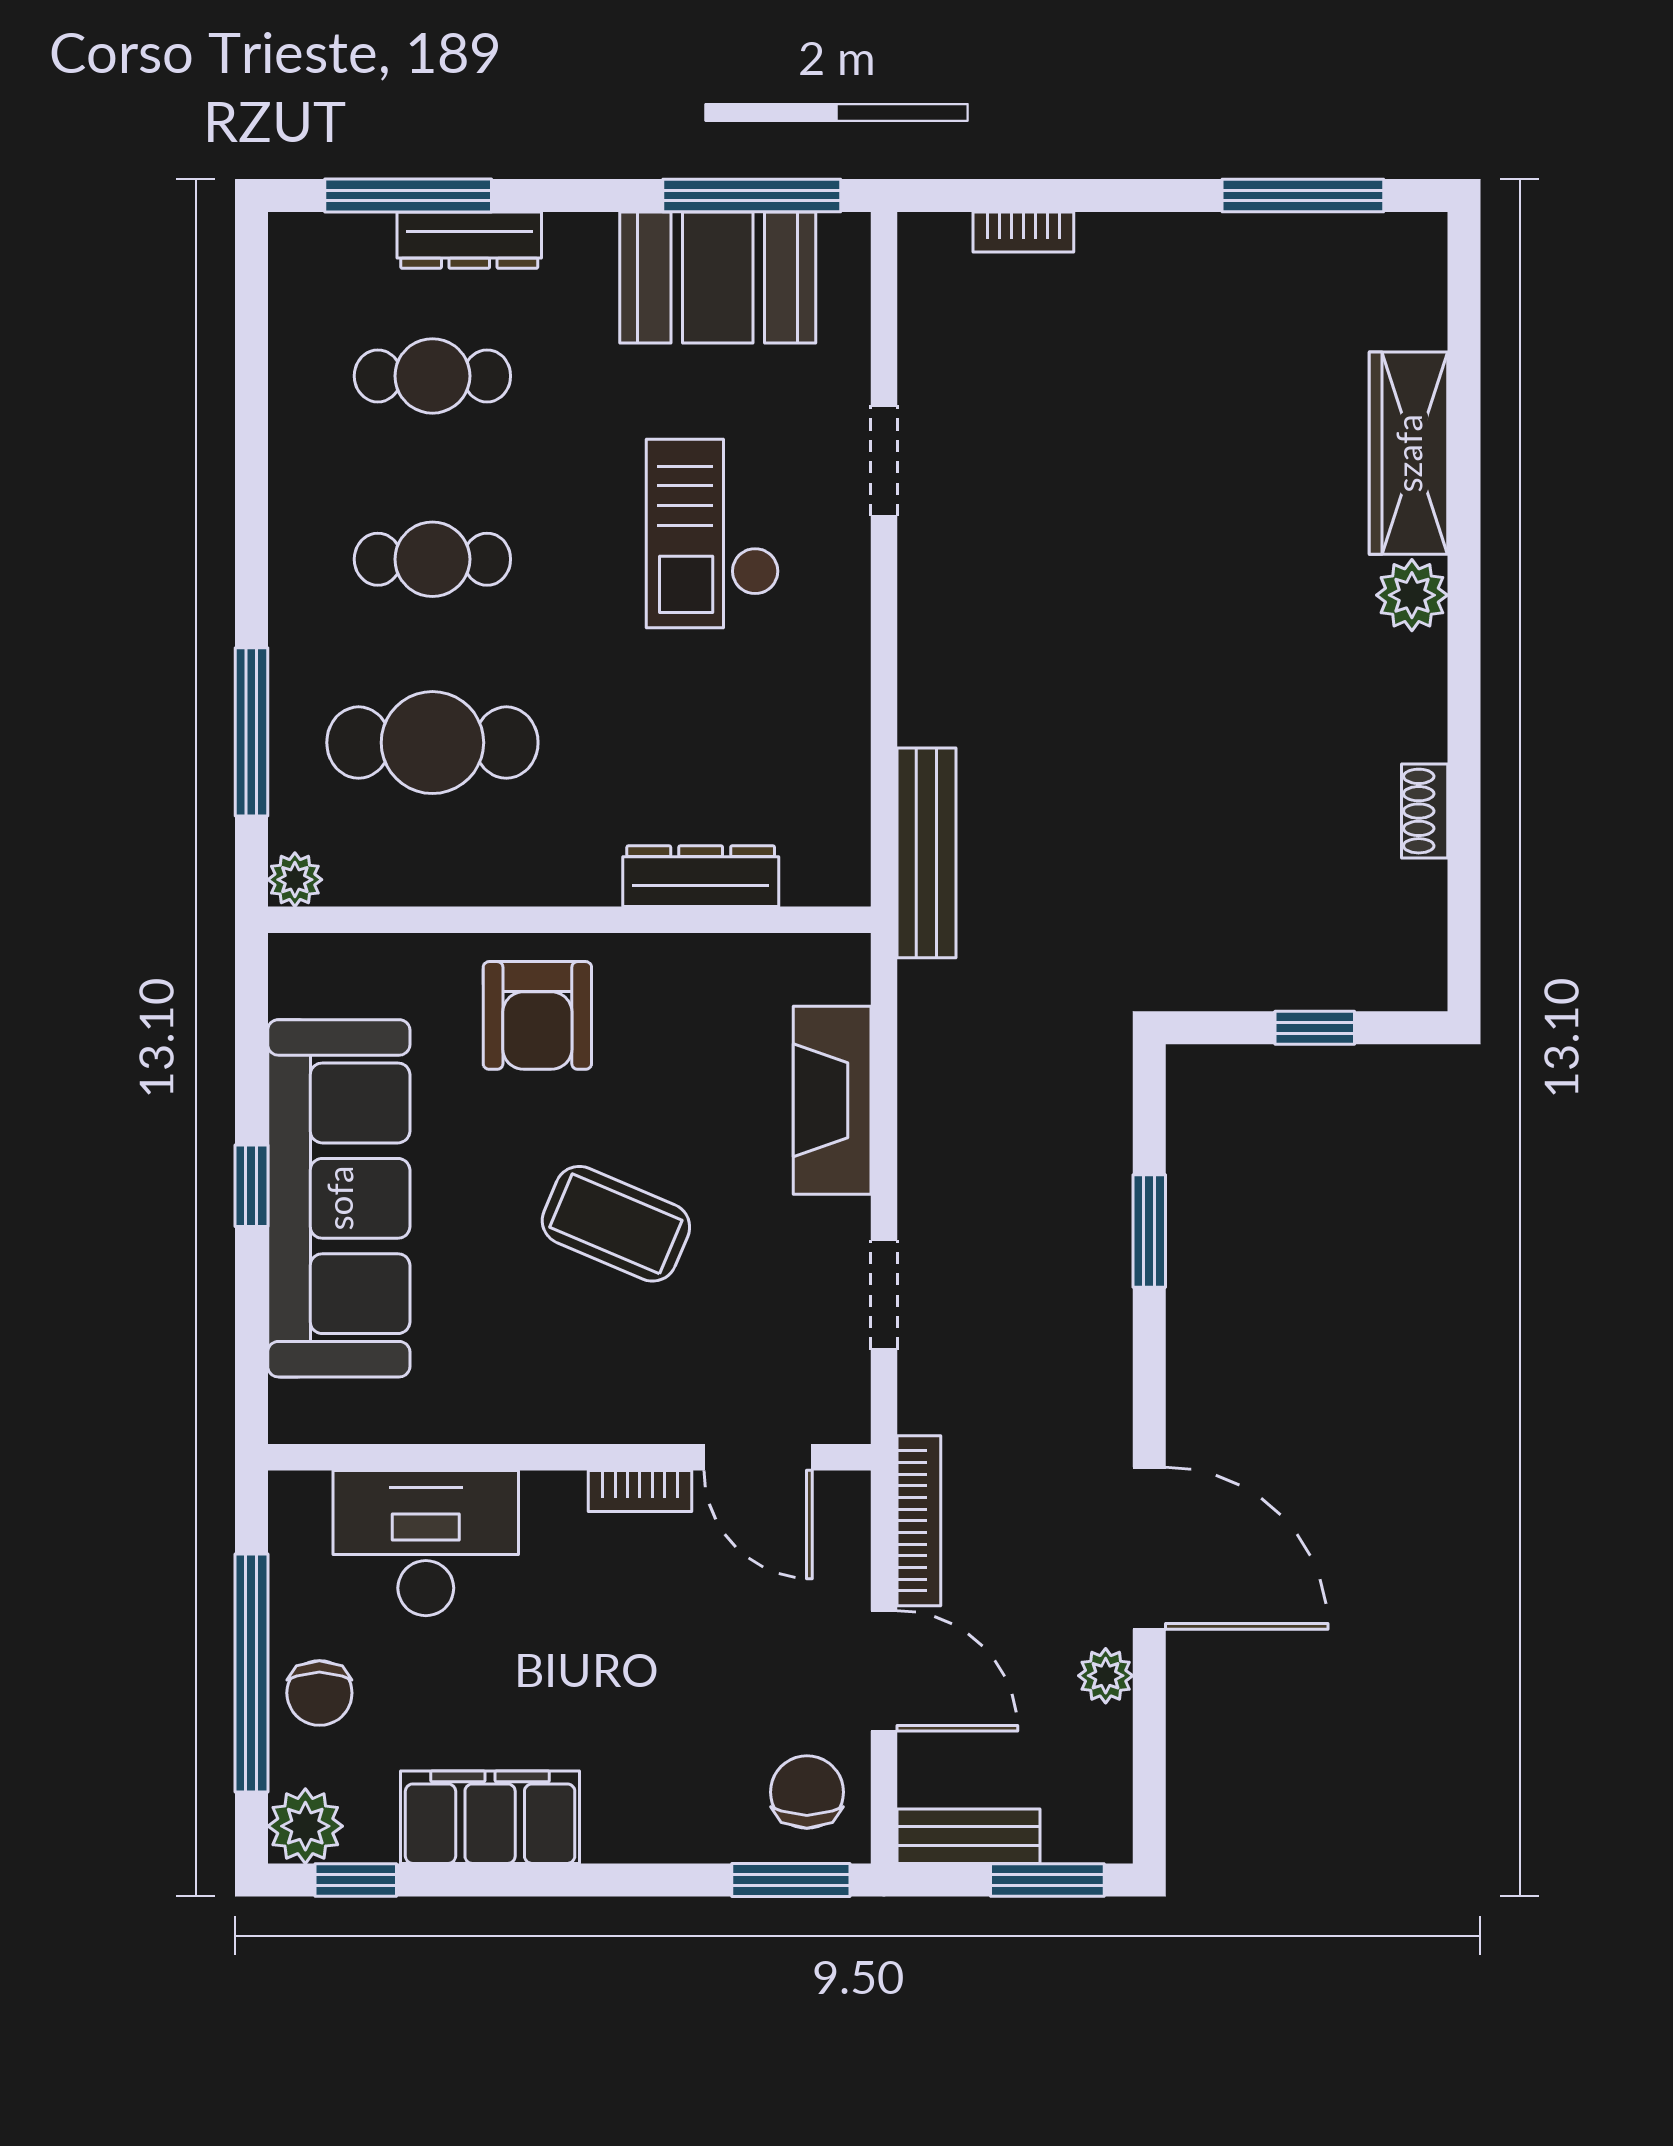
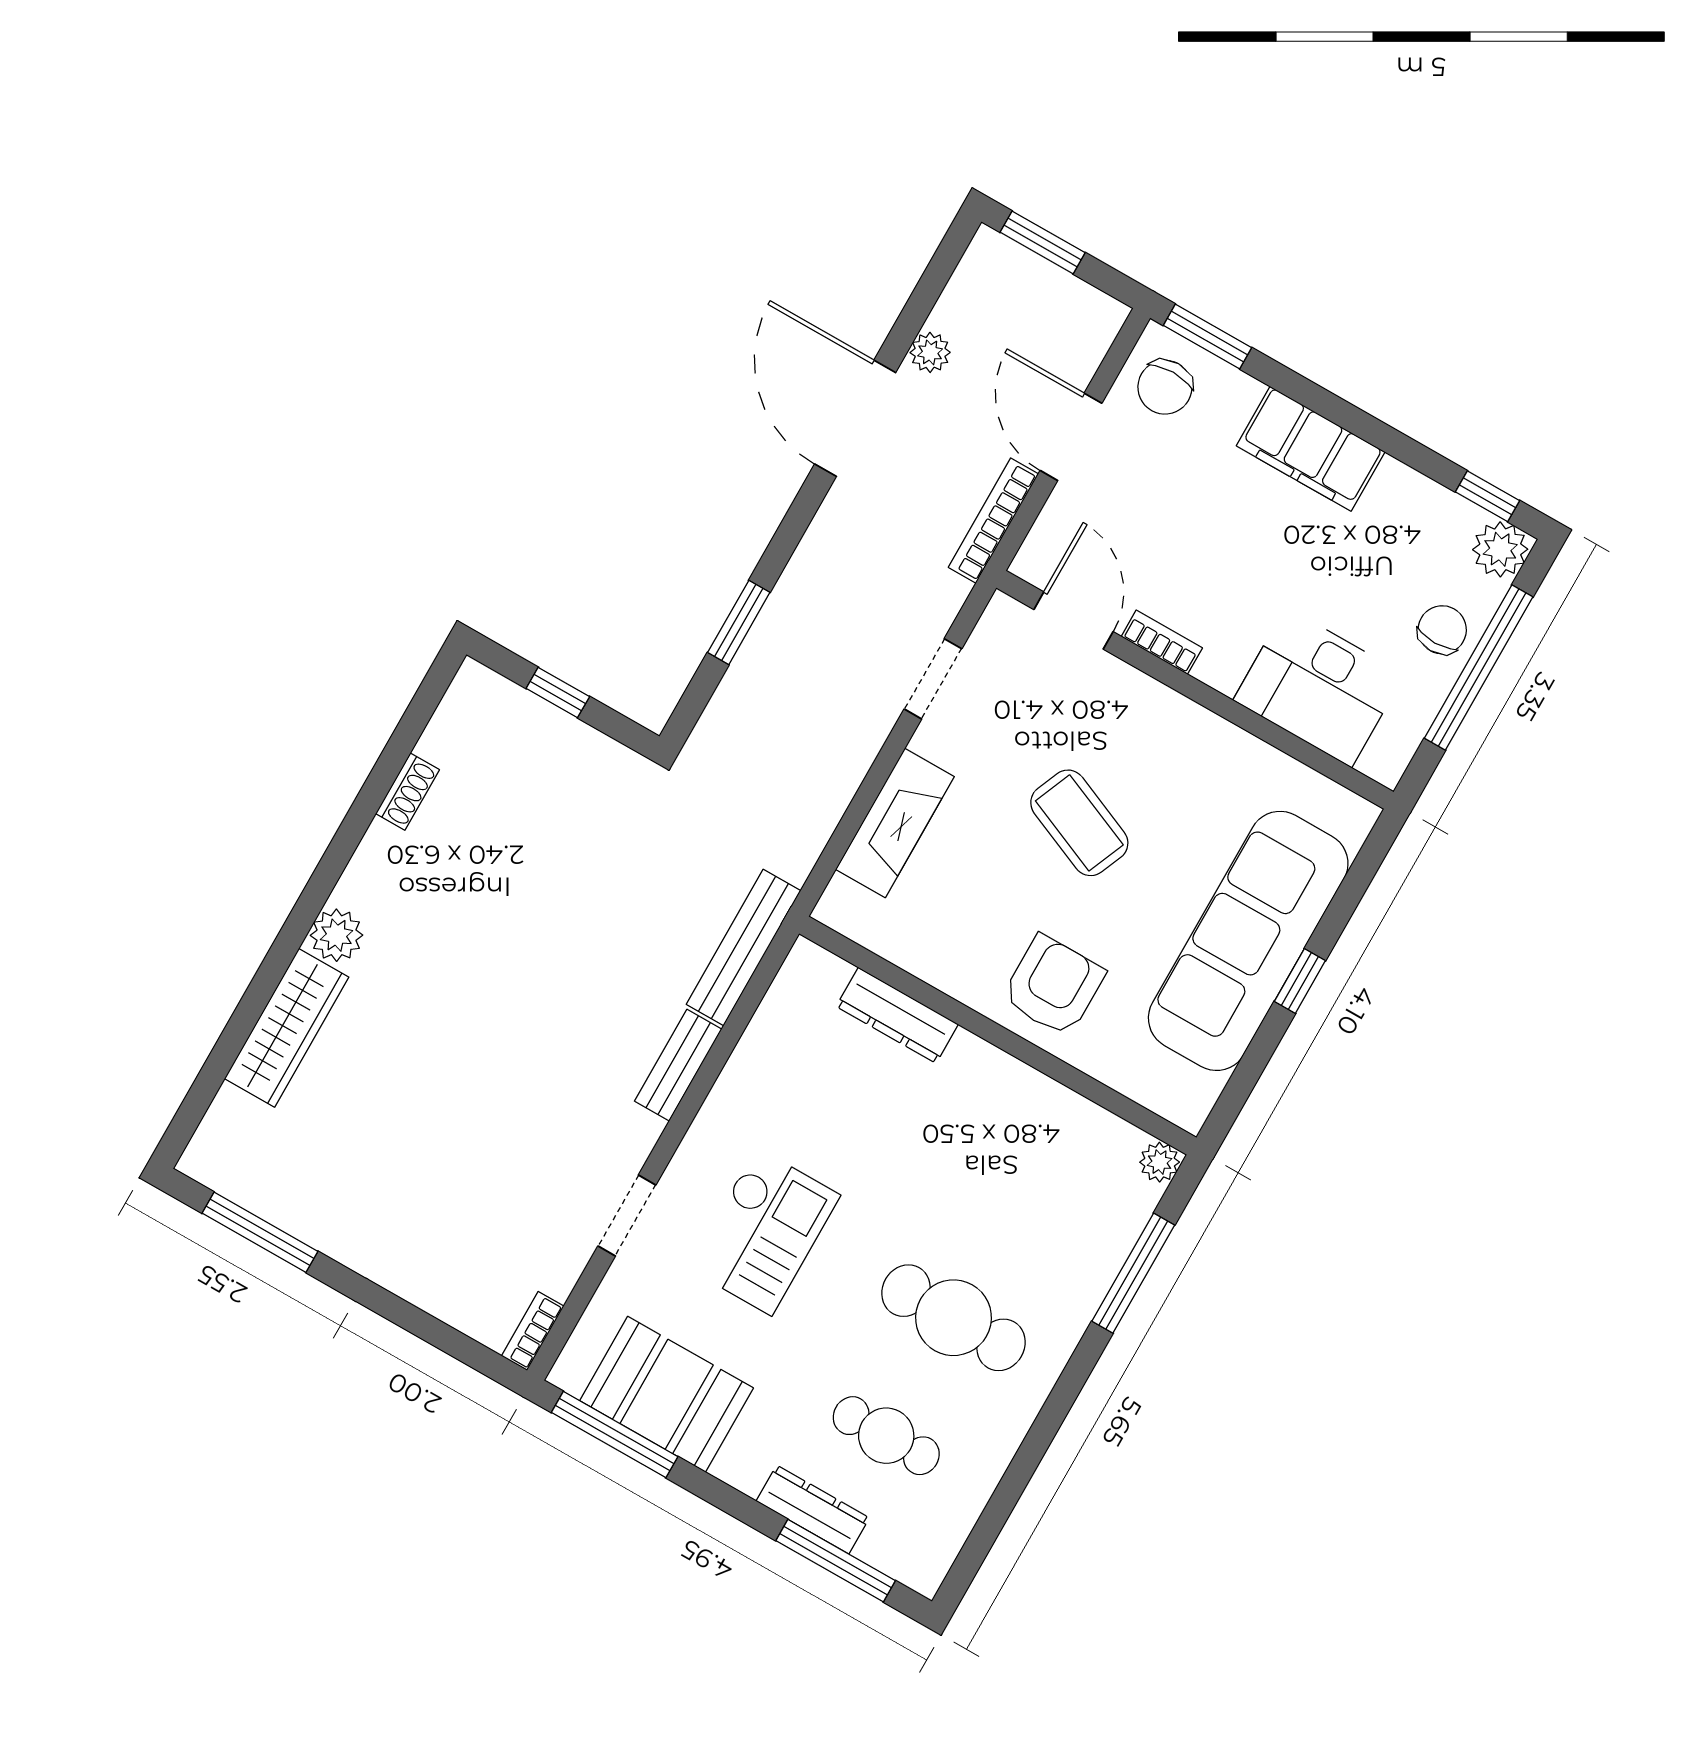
bookcase: (1023, 232) -> (533, 1331), moved, turned -90
cafe table: (432, 559) -> (953, 1318), width x1.37, depth x1.35
cafe table: (432, 743) -> (1021, 1200), removed
filing cabinet: (490, 1817) -> (1311, 449), moved
bench: (968, 1836) -> (678, 1065), moved, turned 90

